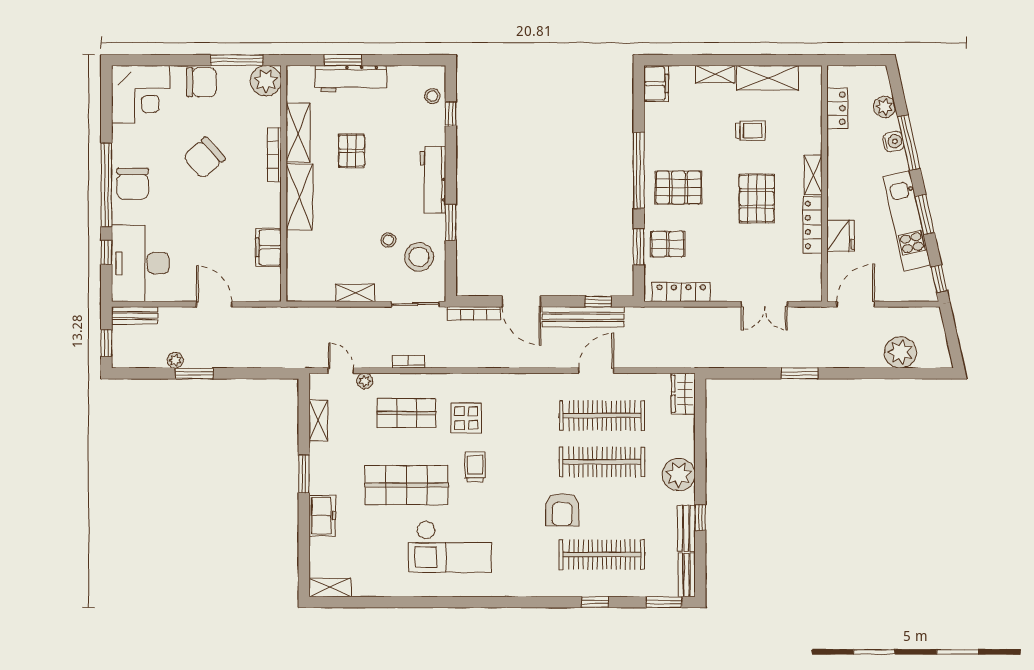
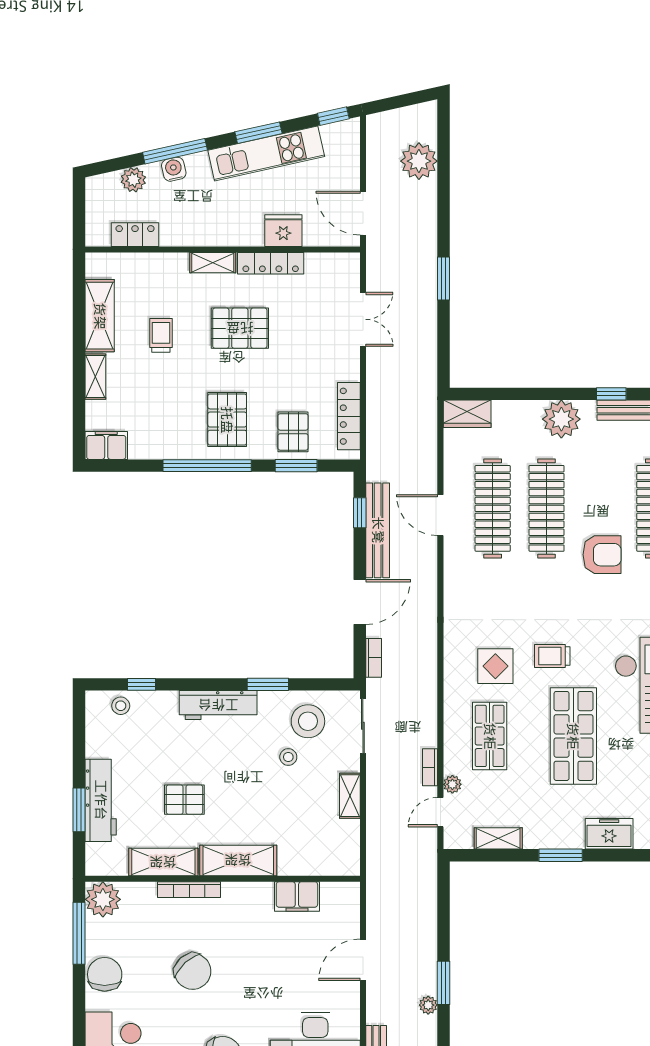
bookcase: (473, 313) -> (374, 658), width x0.64
bookcase: (408, 362) -> (430, 767), moved

